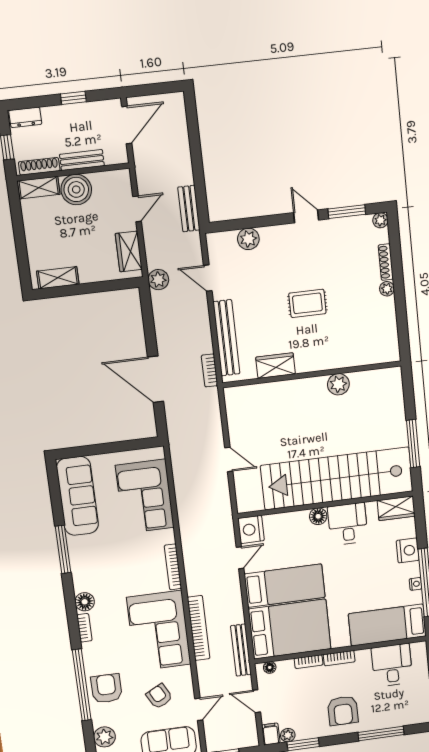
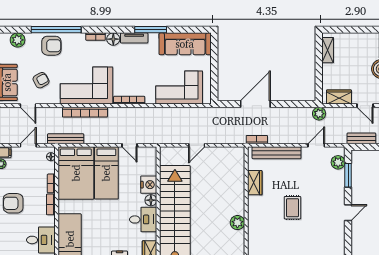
window: (347, 212) -> (348, 175), moved
plant: (248, 239) -> (338, 162), moved
nightstand: (251, 529) -> (149, 185), moved, turned 90
tv unit: (79, 572) -> (134, 38), added

